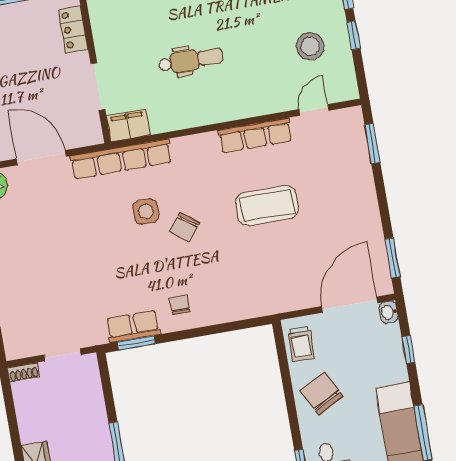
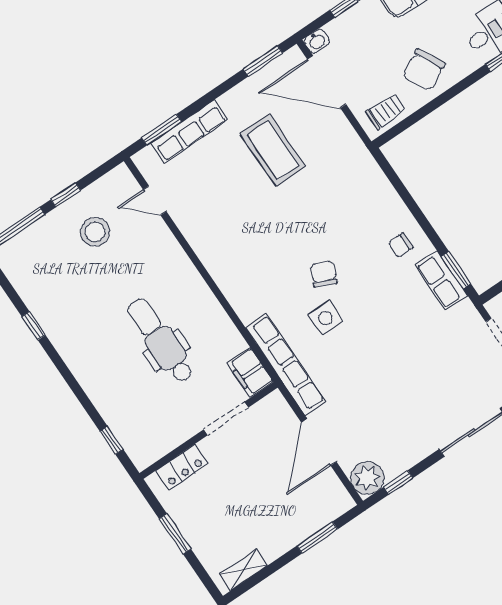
dental chair: (191, 60) -> (160, 341), width x1.36, depth x1.38
row of seats: (255, 135) -> (190, 131), moved, turned 90
coffee table: (267, 206) -> (273, 150), moved
chair: (185, 227) -> (324, 274), turned -103

